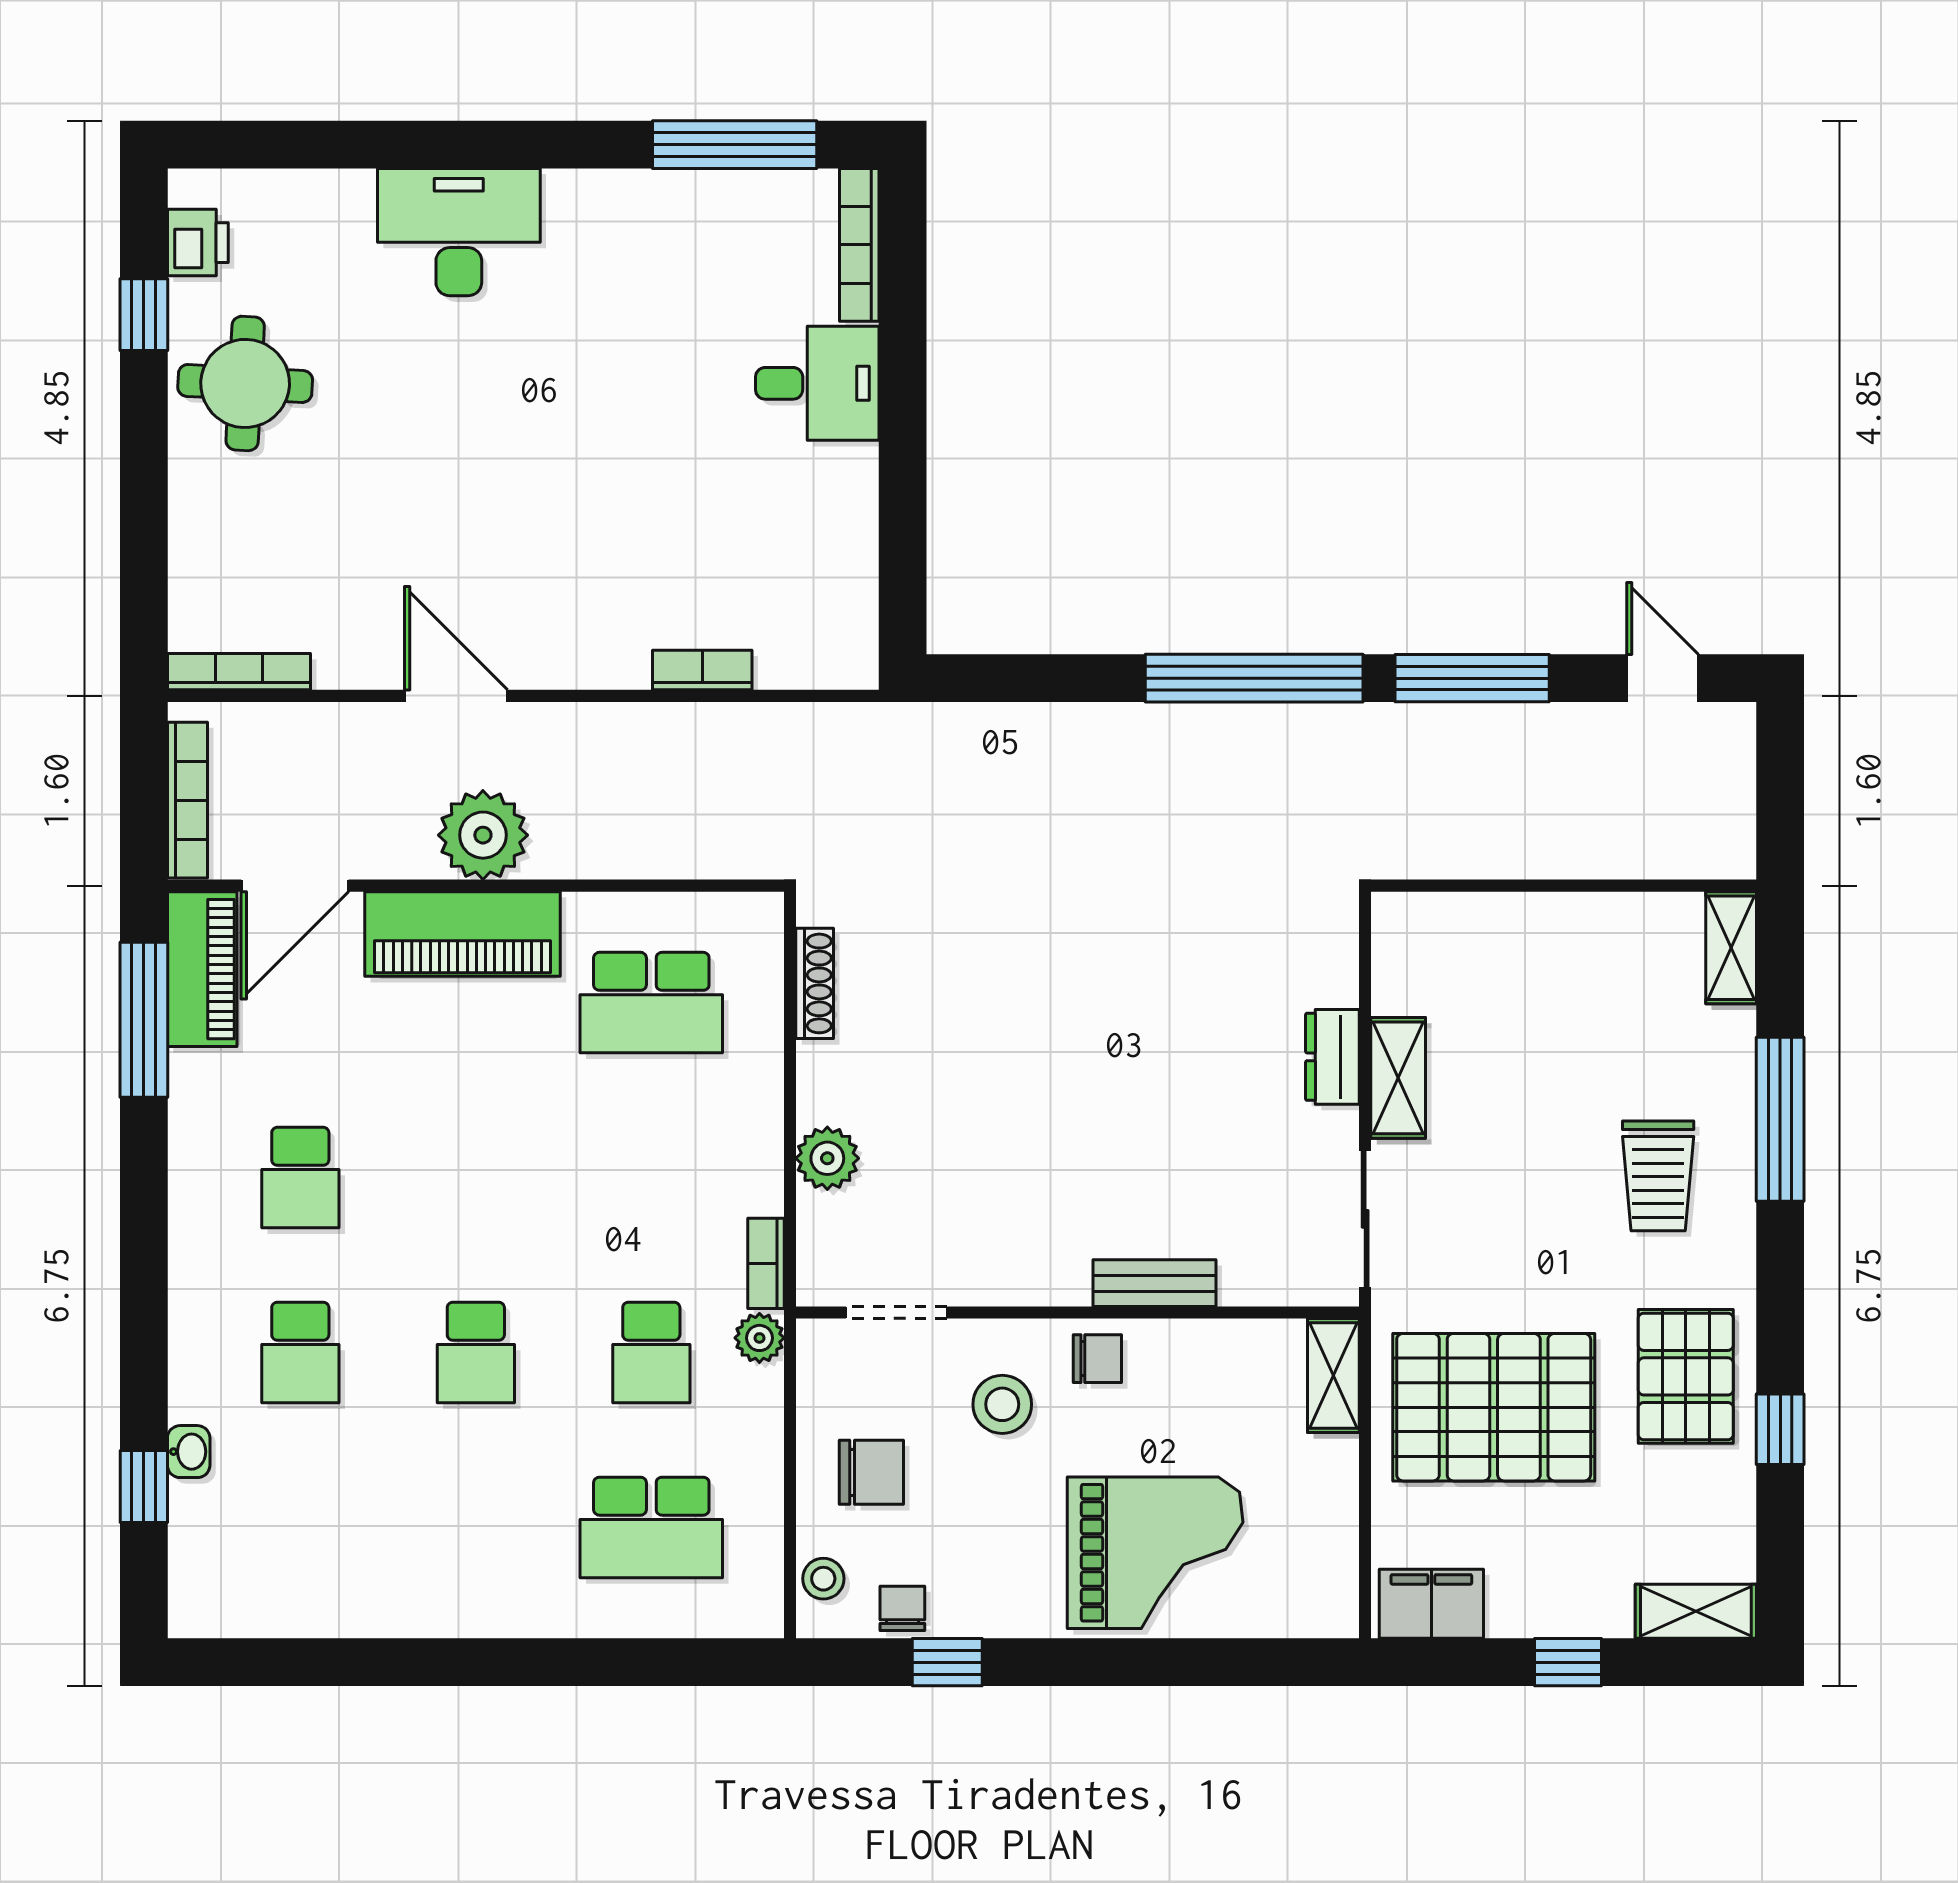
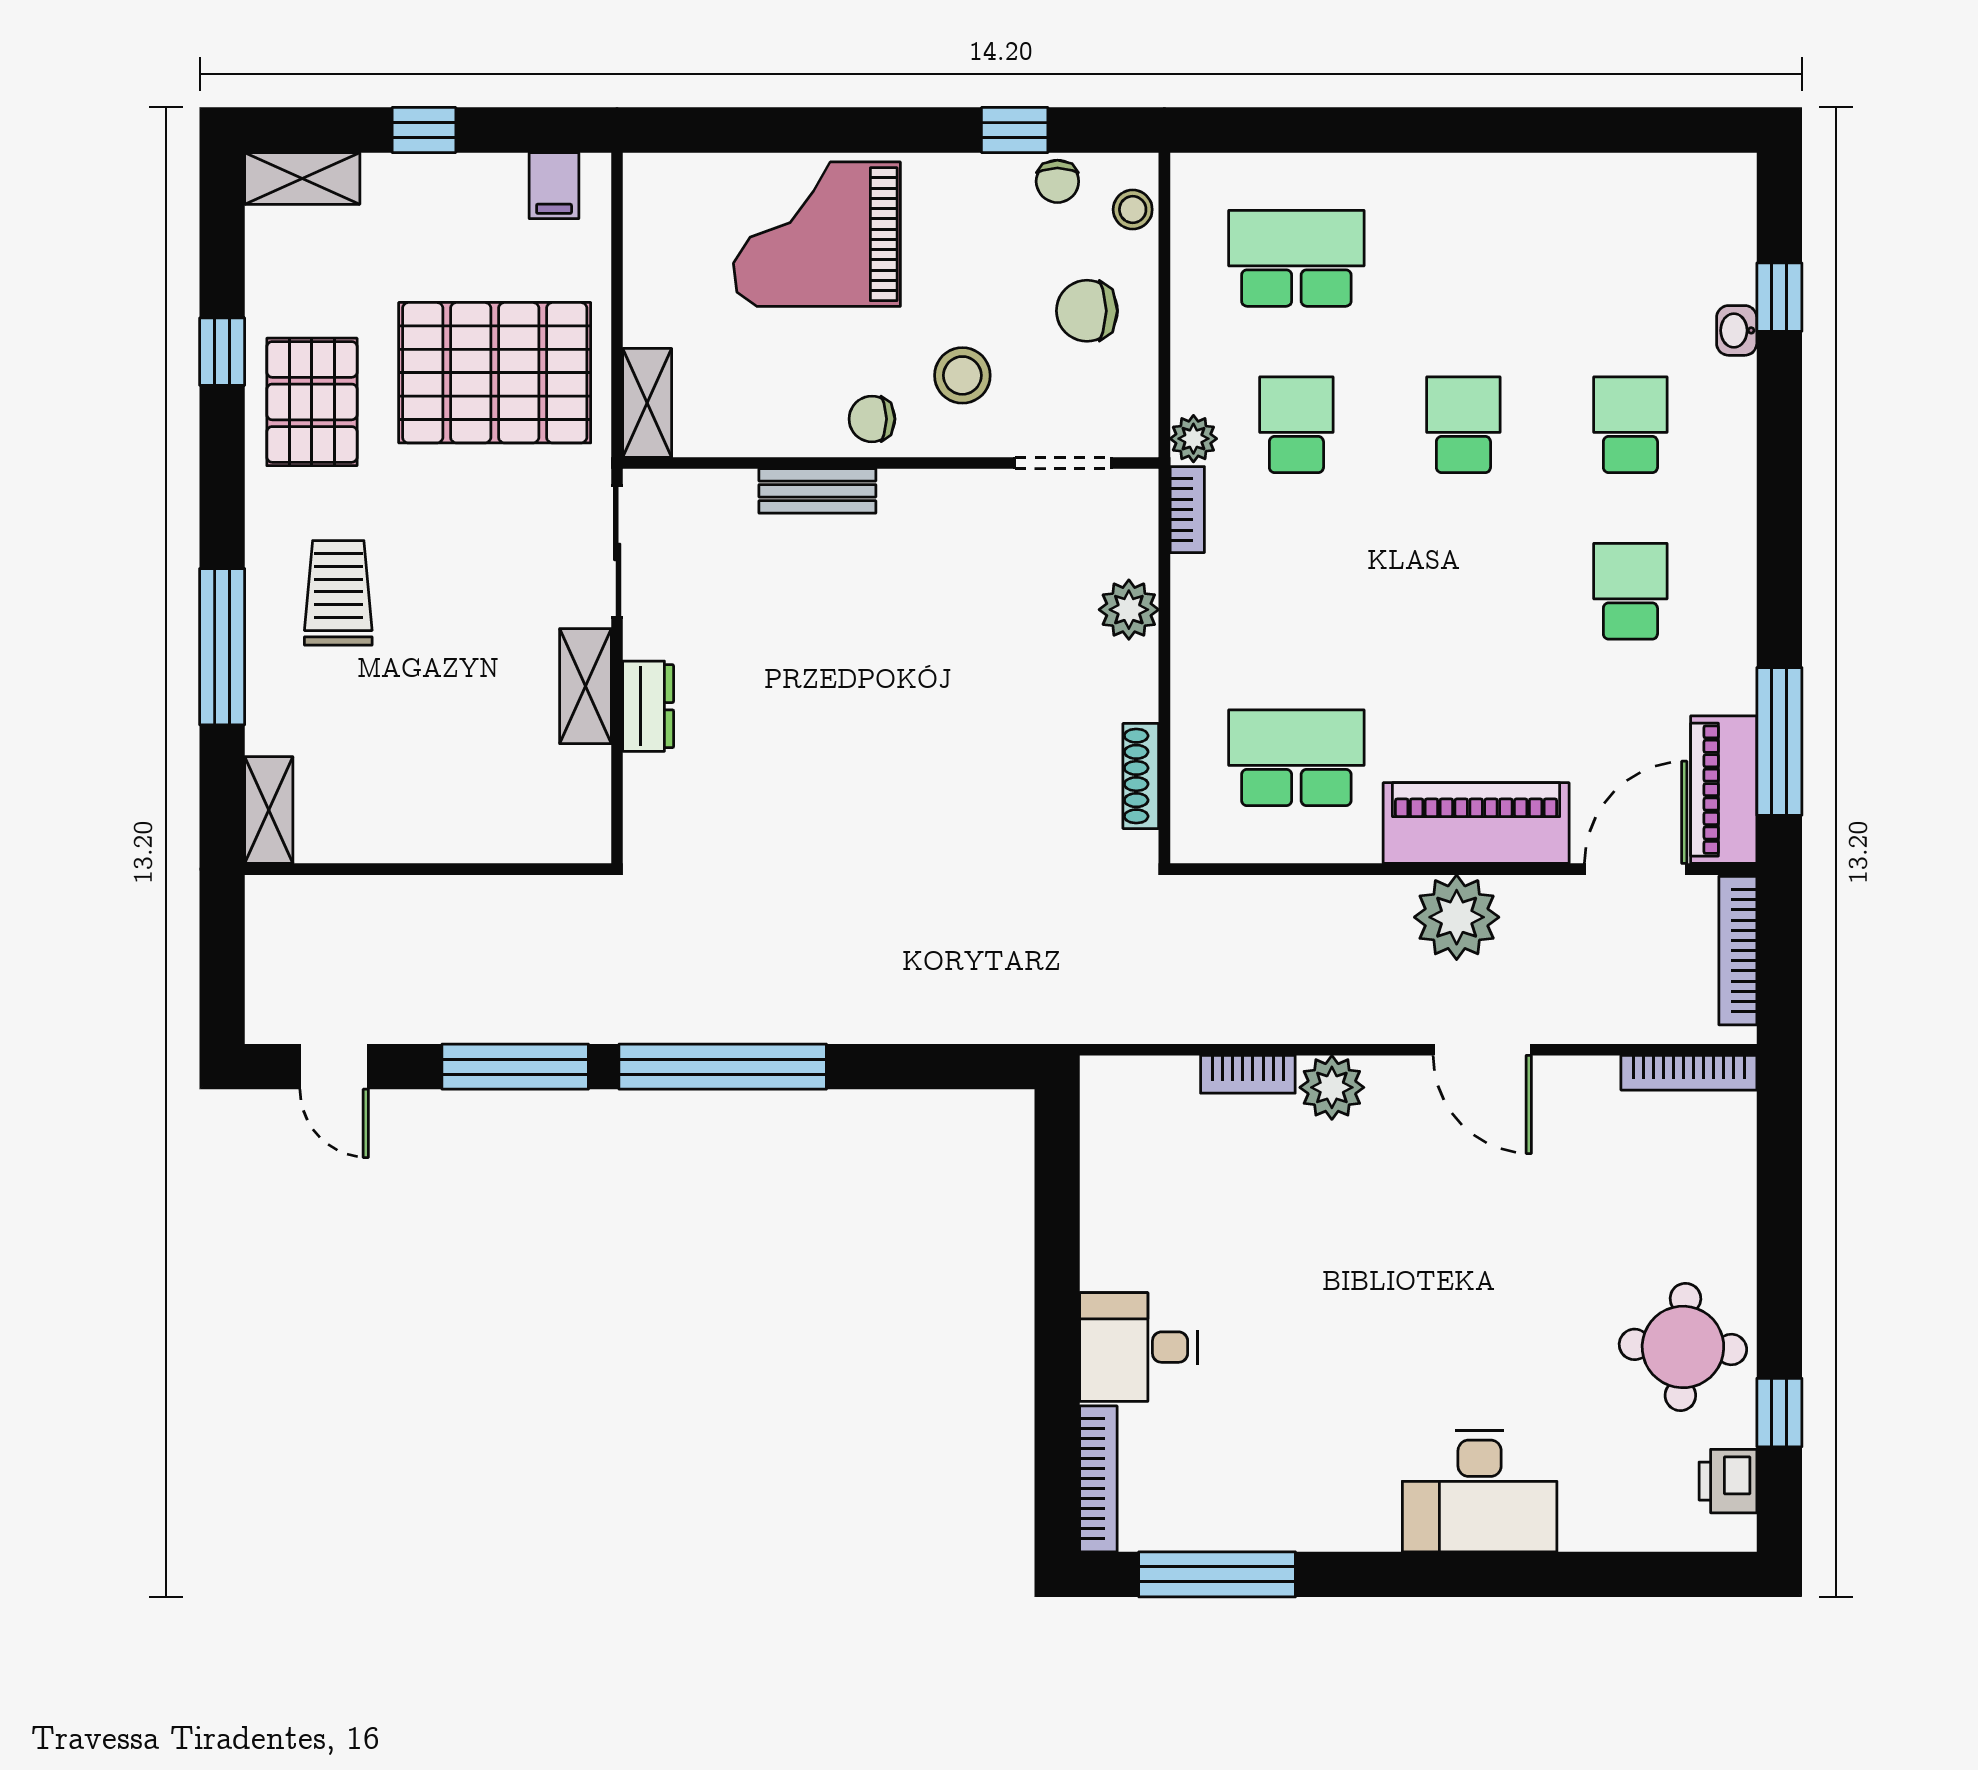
plant: (614, 656) -> (1332, 1087), added
filing cabinet: (1431, 1604) -> (554, 186), width x0.50

